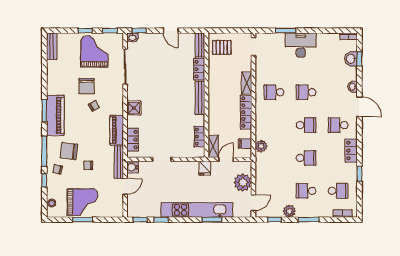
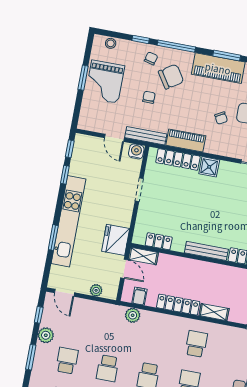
locker: (133, 140) -> (178, 159), width x1.53
chair: (69, 151) -> (171, 77), turned 50
fridge: (205, 168) -> (116, 240), width x1.88, depth x1.34
plant: (243, 183) -> (96, 290), width x0.53, depth x0.53

